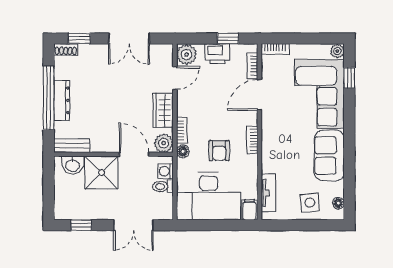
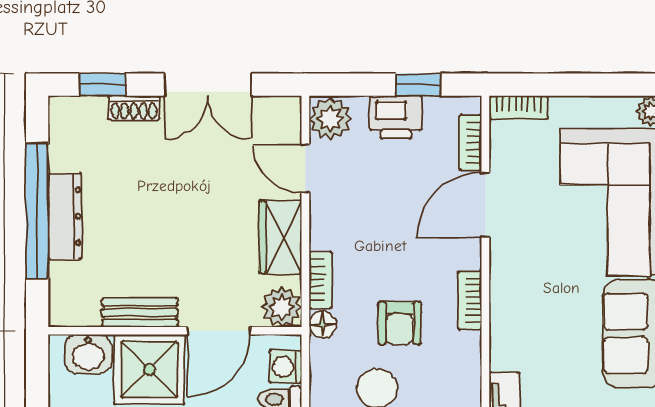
shoe rack: (66, 49) -> (134, 108), moved
door: (175, 78) -> (305, 169), swing flipped
bench: (72, 146) -> (140, 313), moved
door: (134, 154) -> (219, 331), swing flipped

